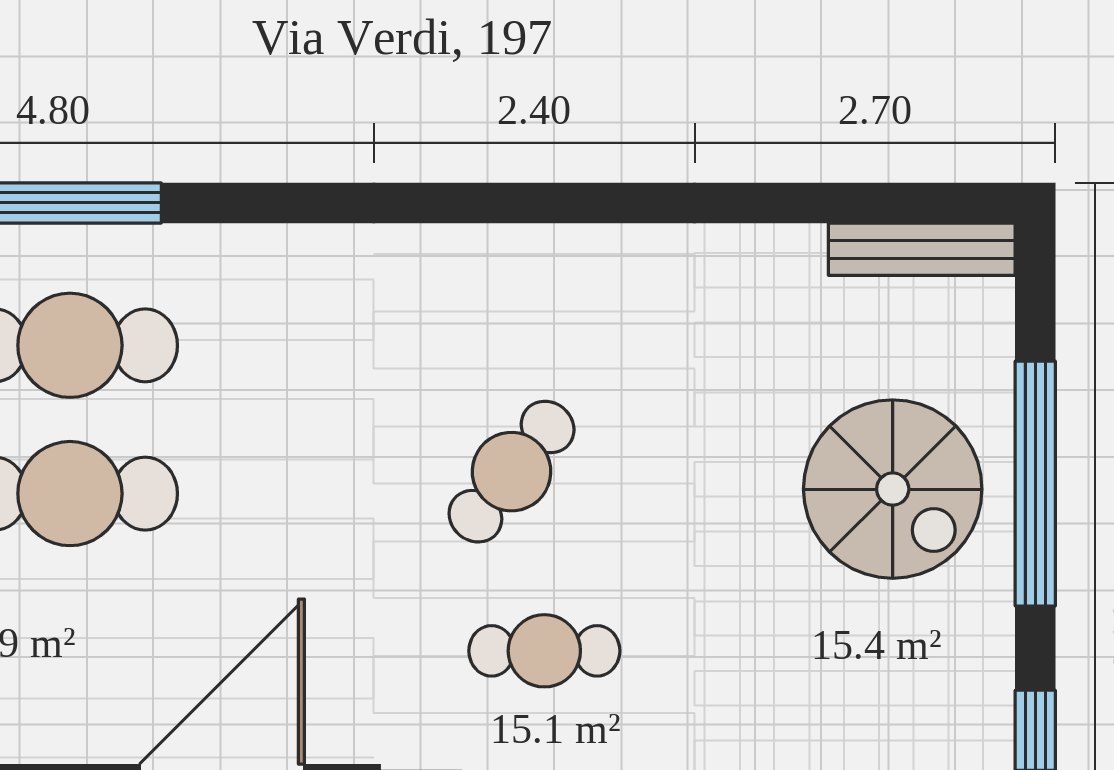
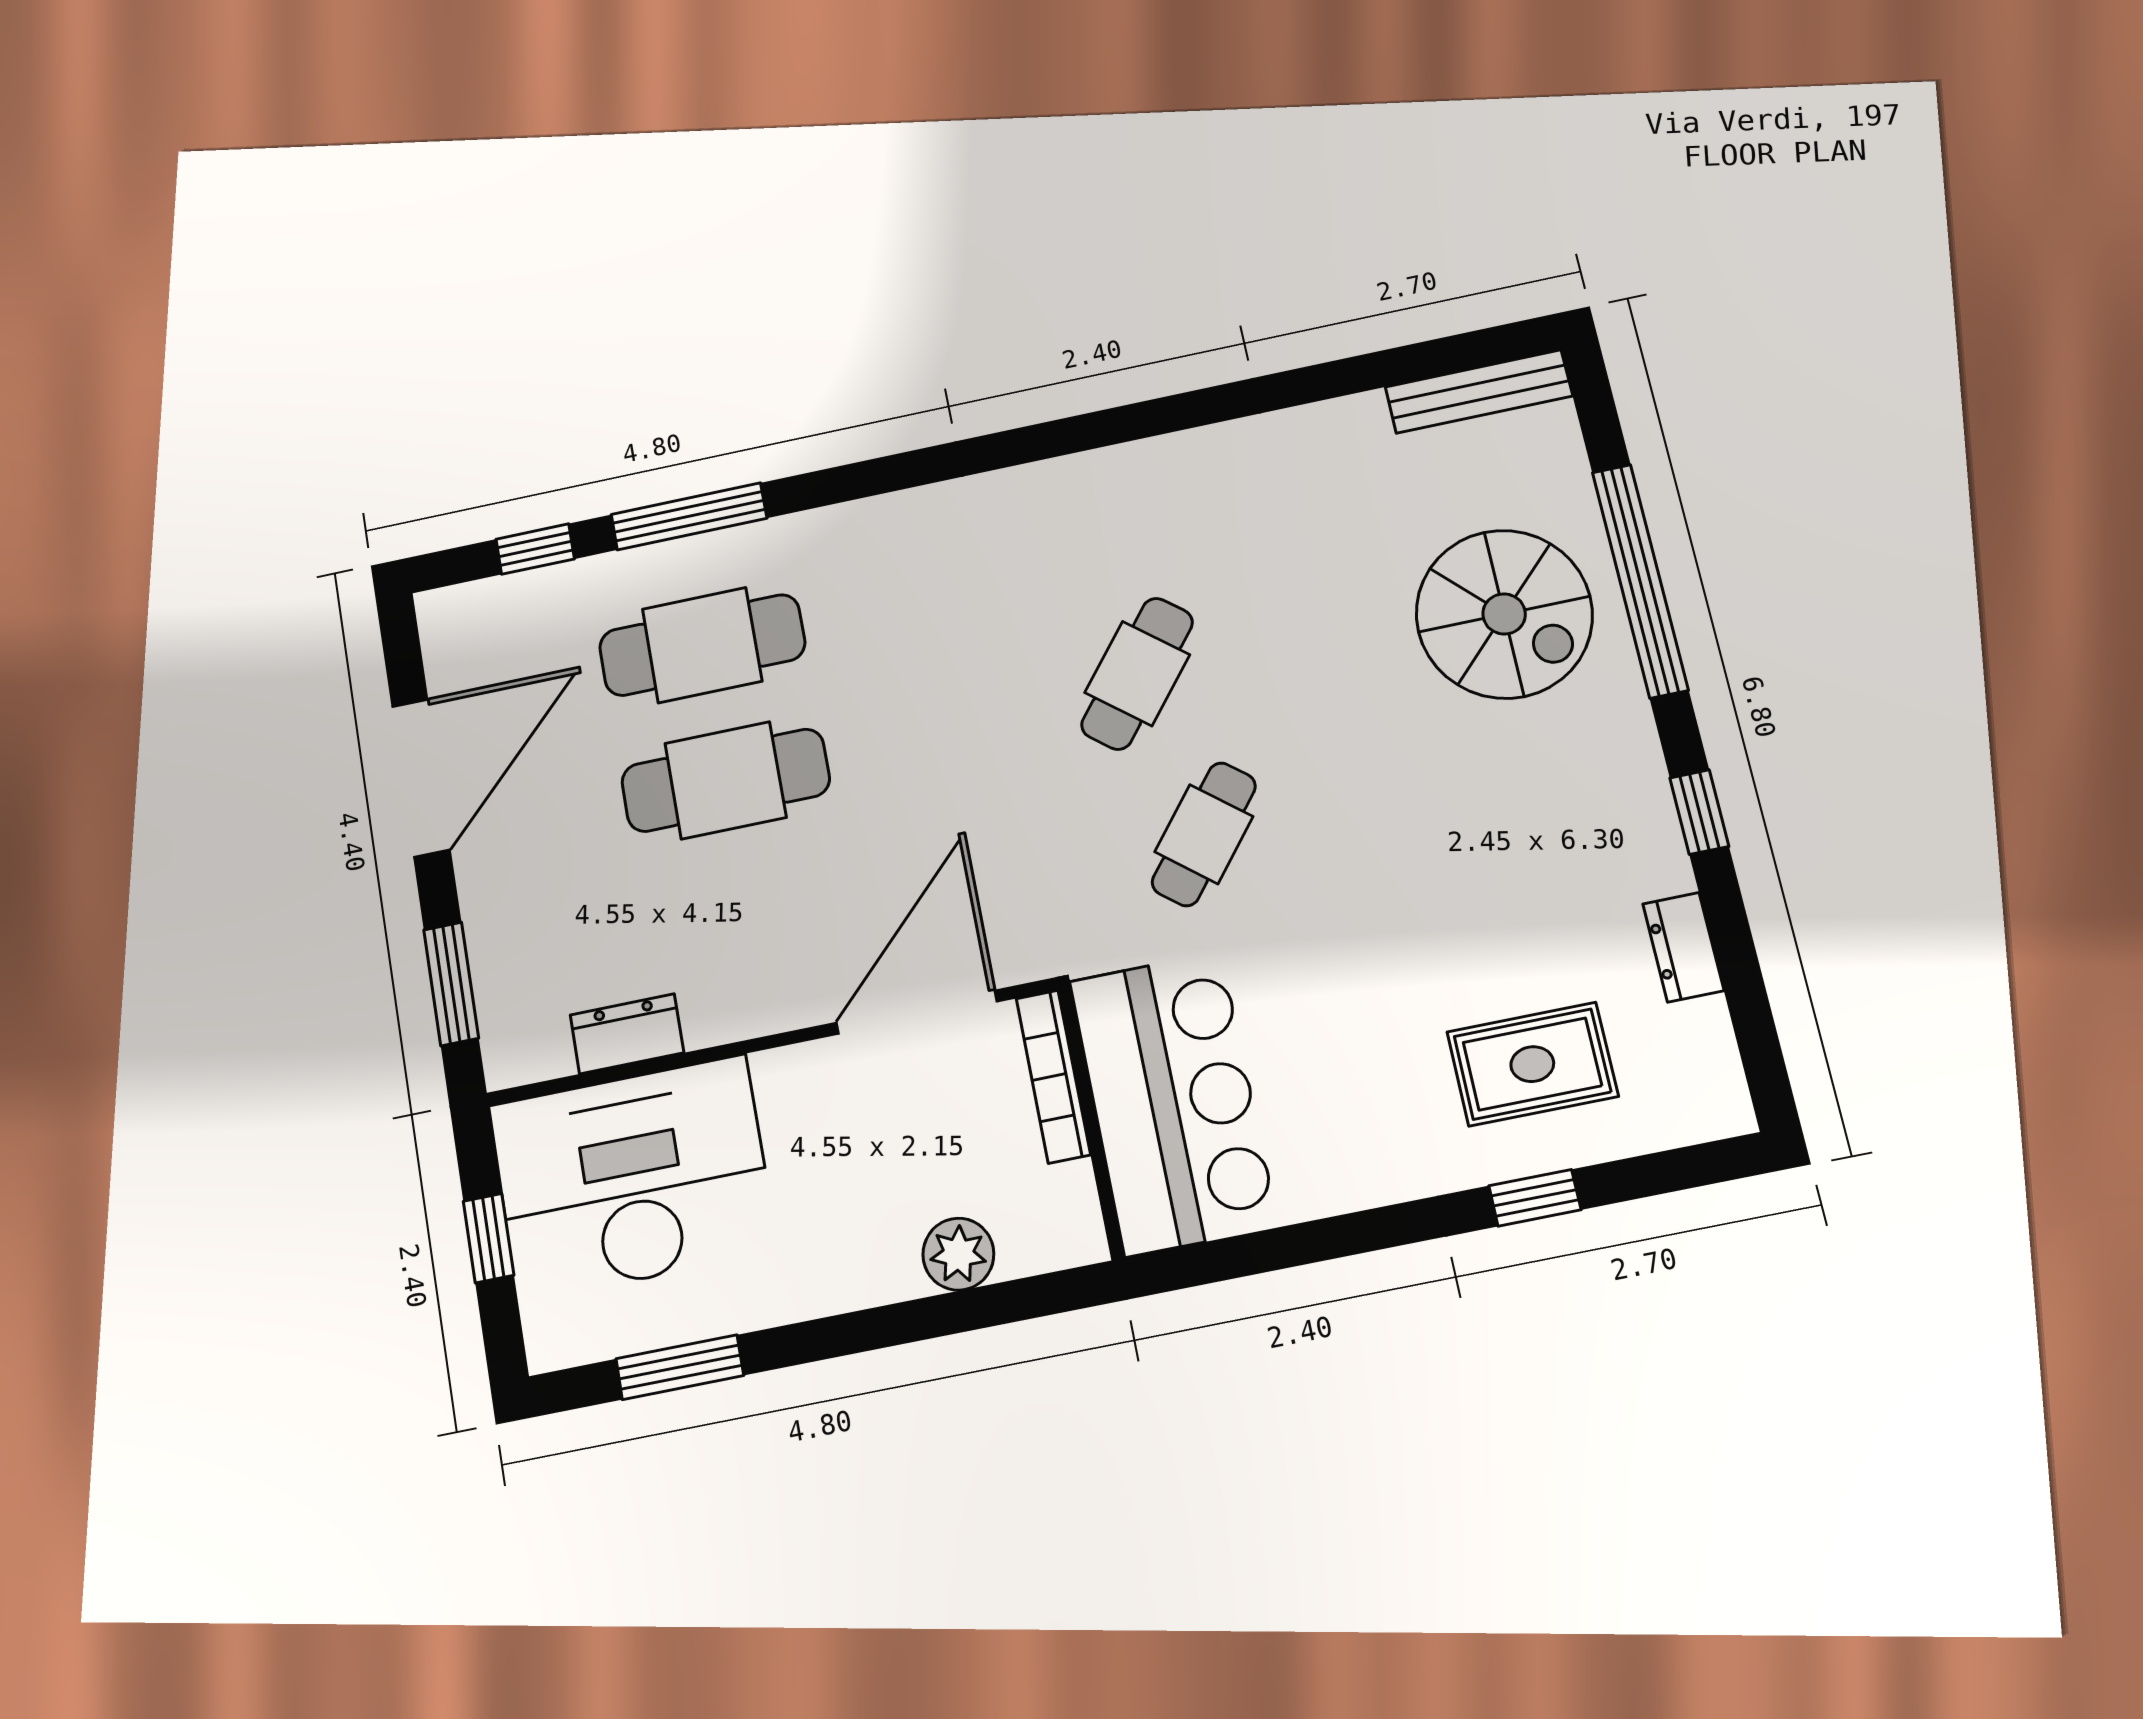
cafe table: (544, 651) -> (1204, 834), turned -51

